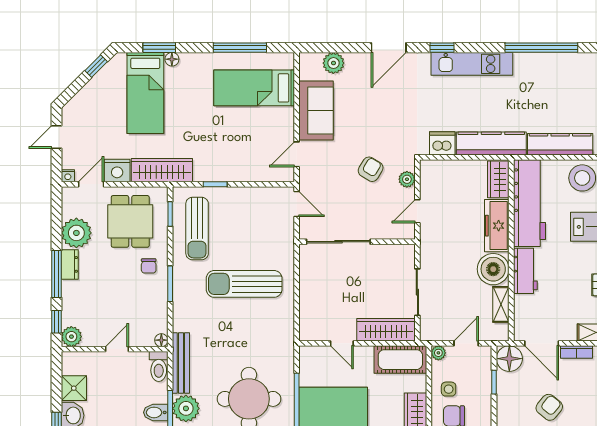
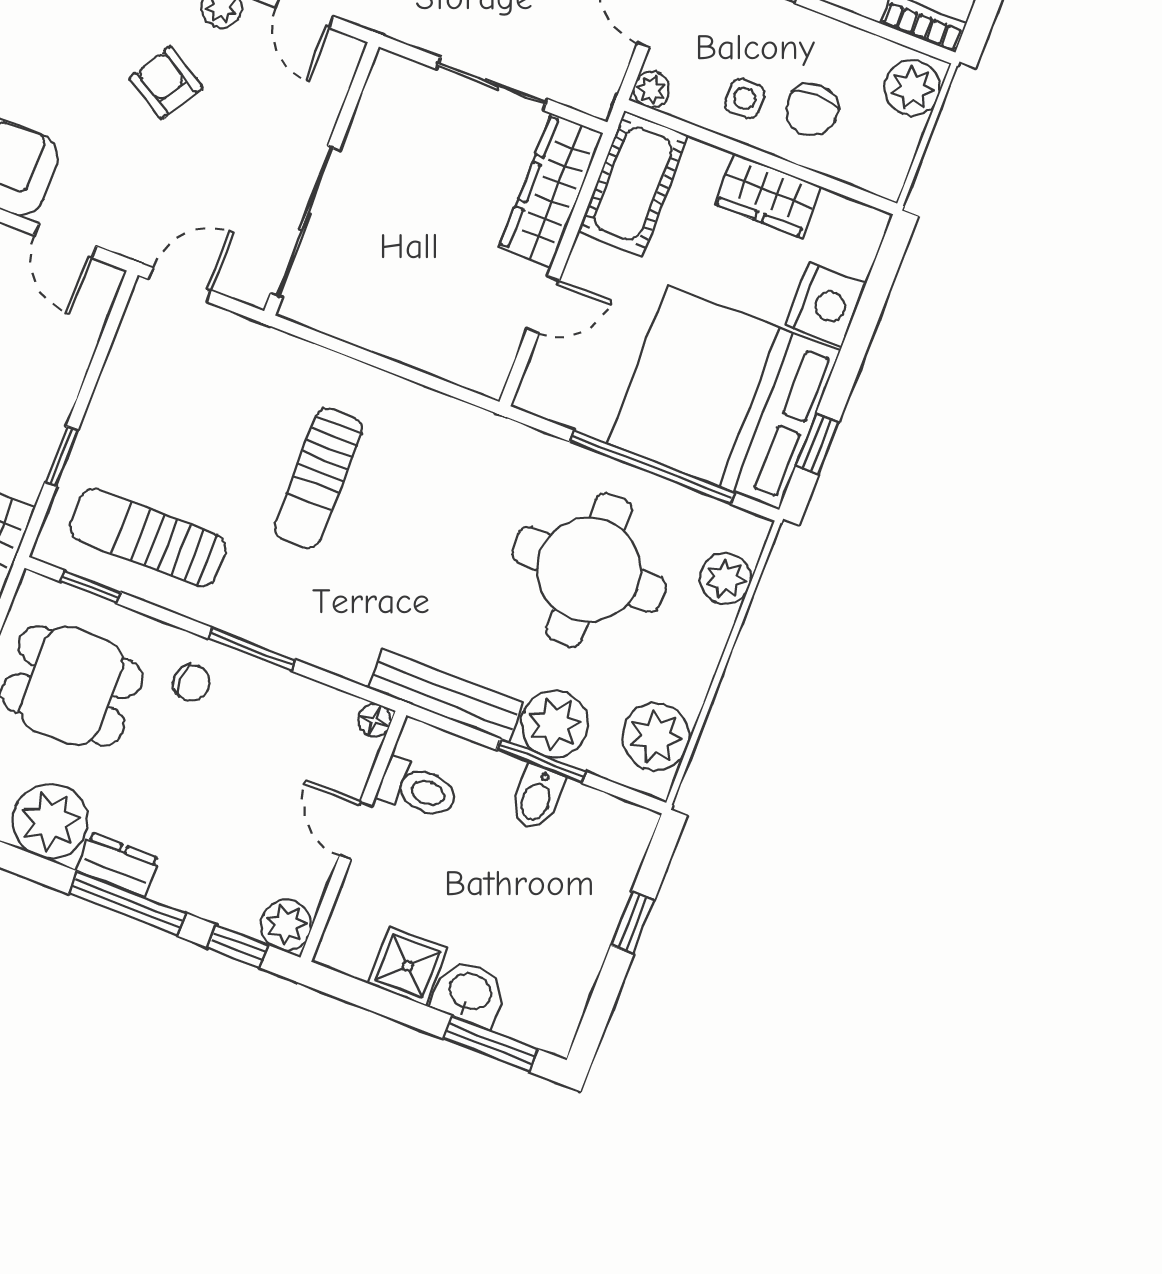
sun lounger: (197, 228) -> (148, 537), turned 180
sun lounger: (244, 284) -> (318, 478), width x0.73, depth x0.75
toilet: (159, 366) -> (418, 789), moved

